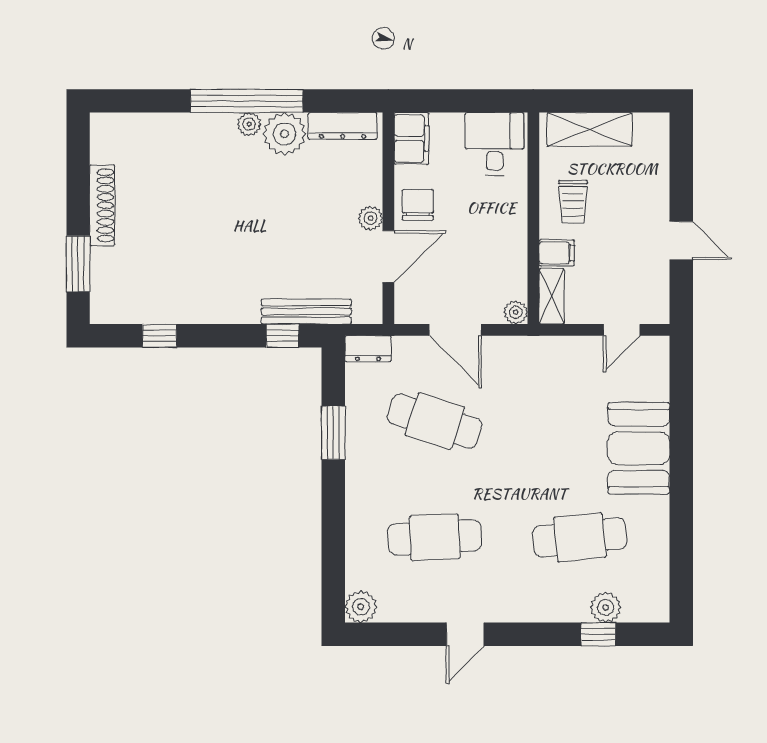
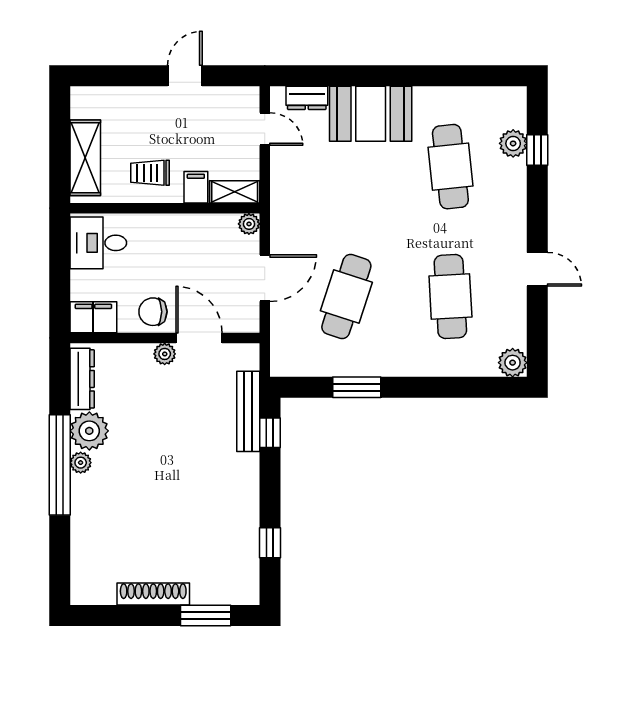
trolley: (573, 202) -> (150, 173), turned 180
dresser: (368, 349) -> (307, 98), moved, turned 90

